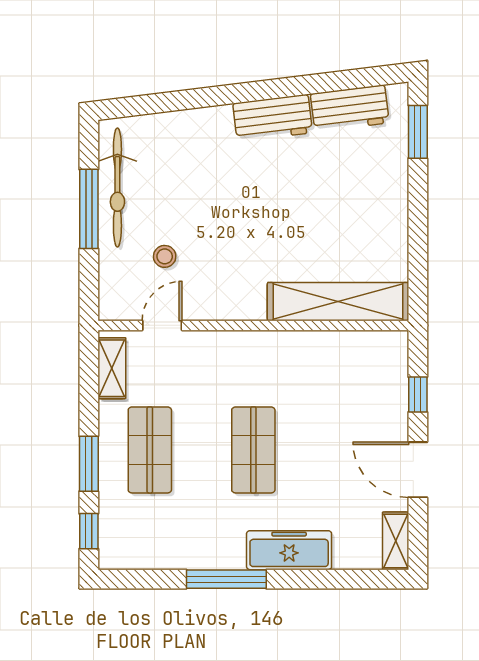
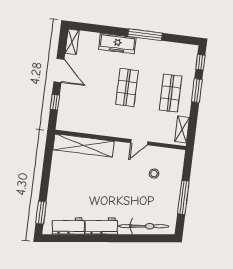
bicycle: (117, 187) -> (144, 226), moved, turned 83
door: (162, 325) -> (139, 142), moved

